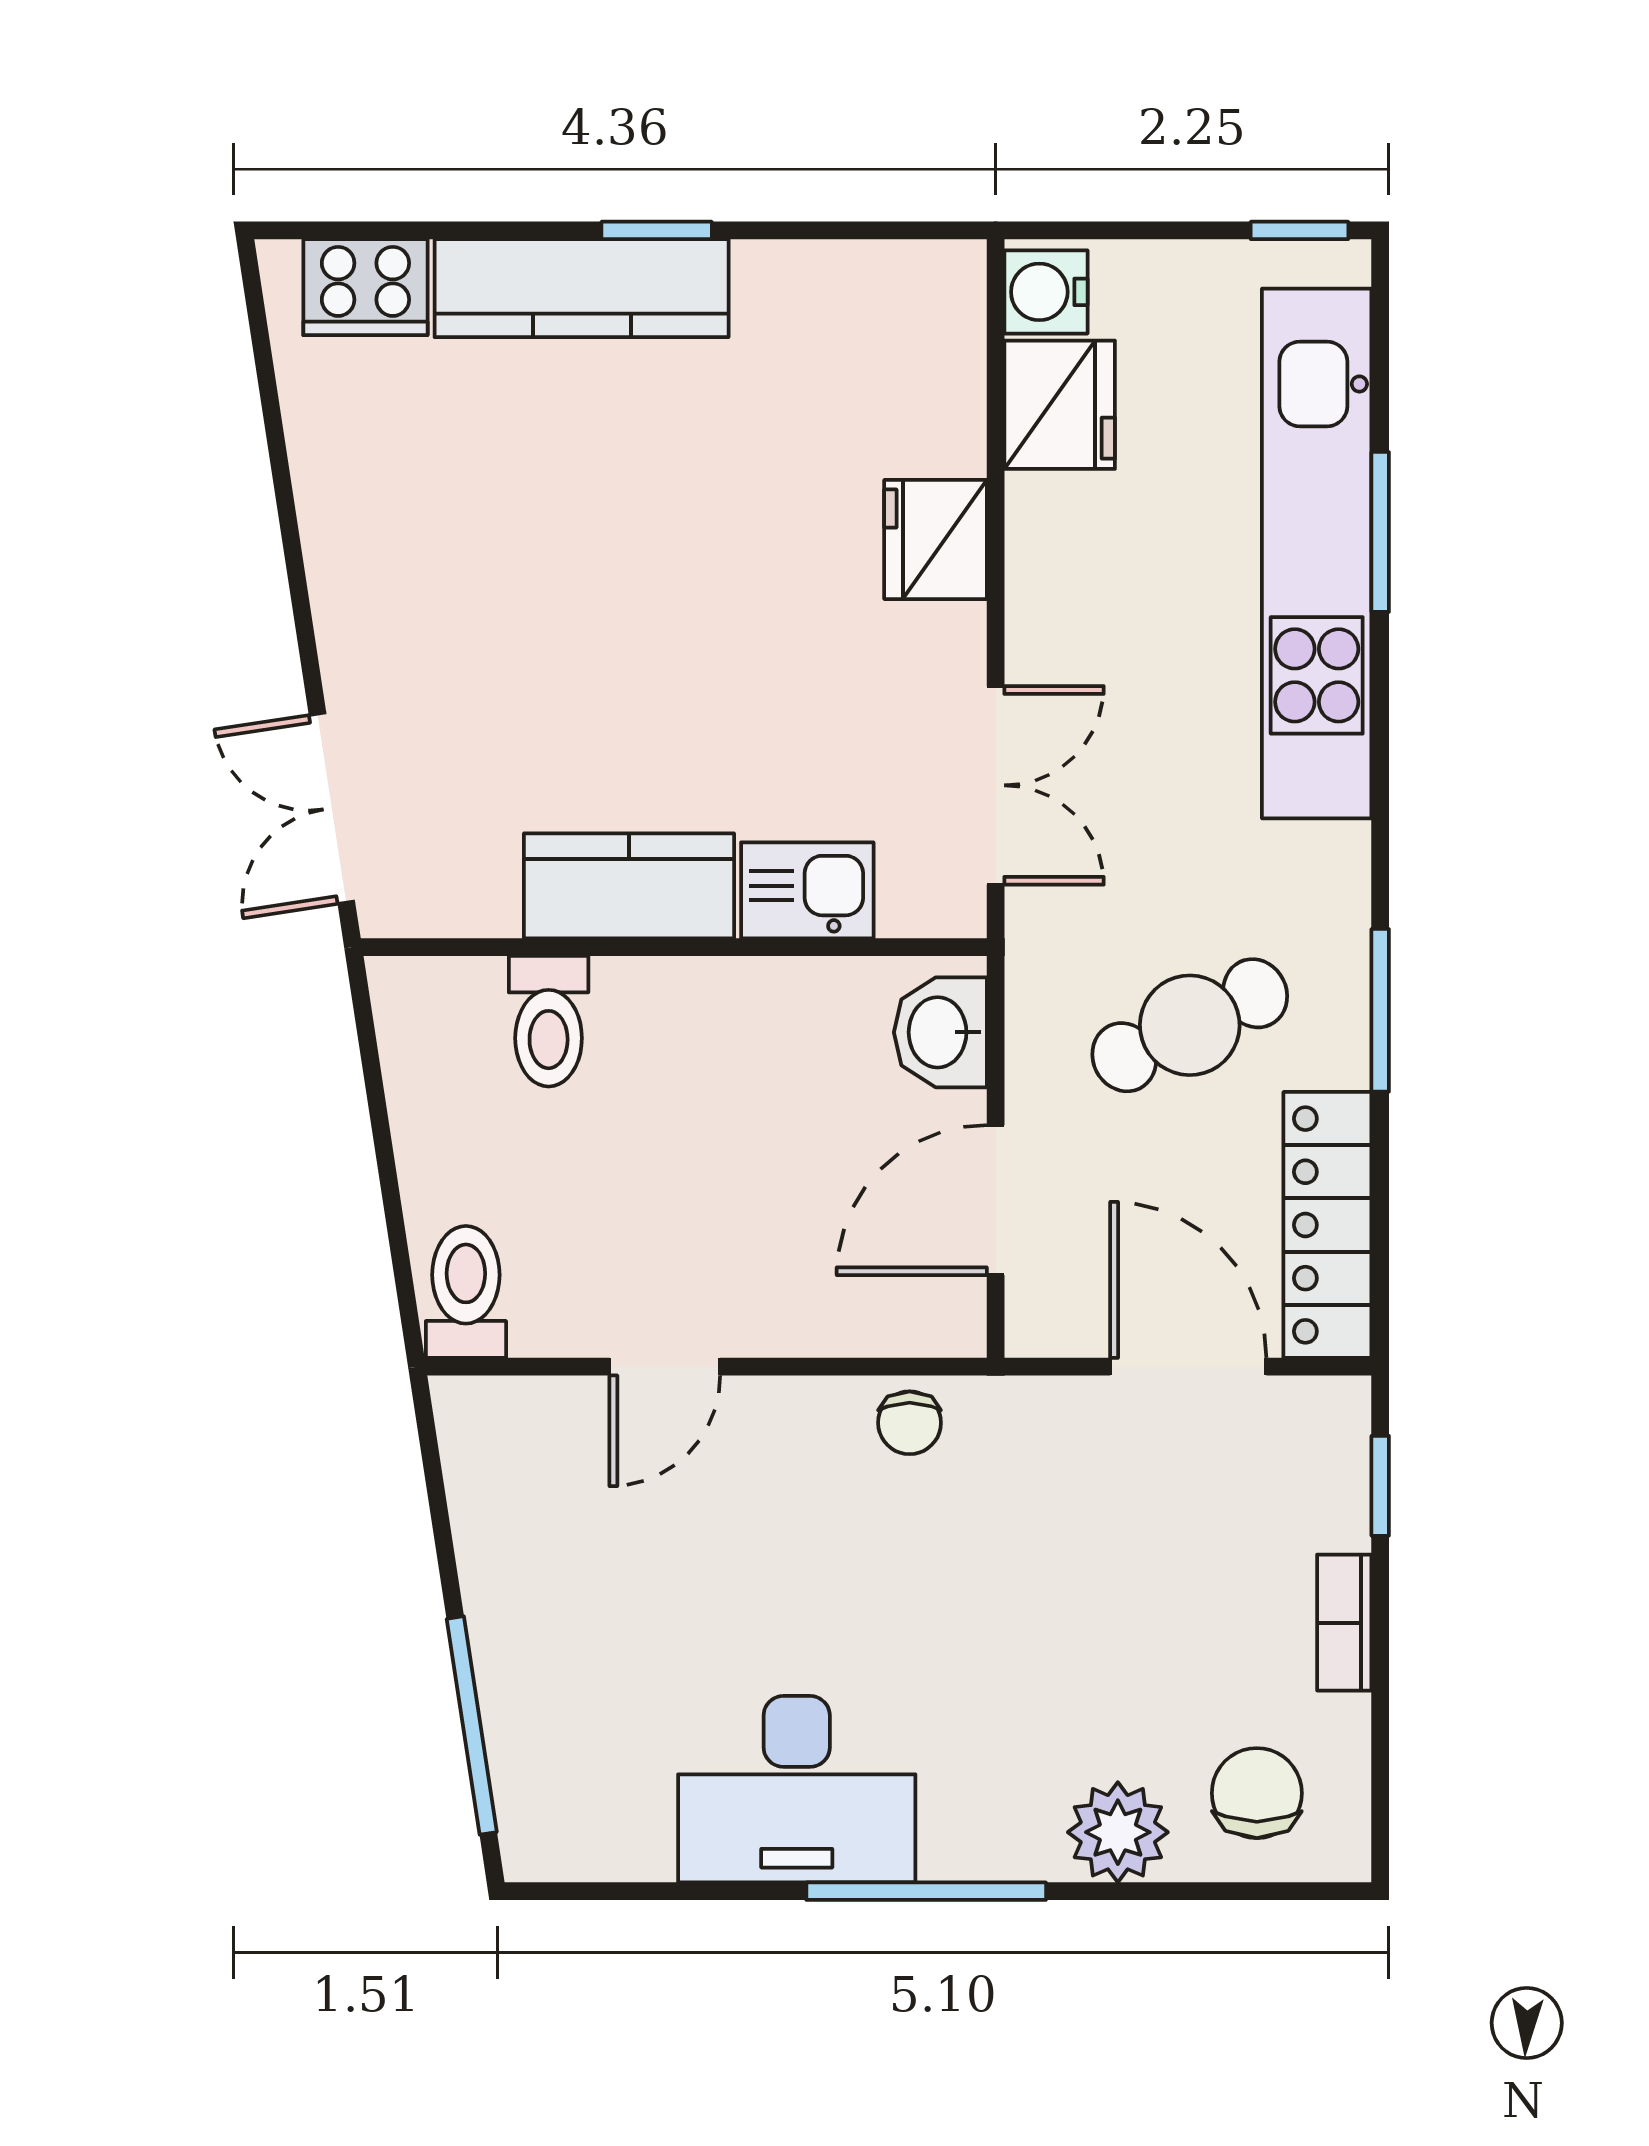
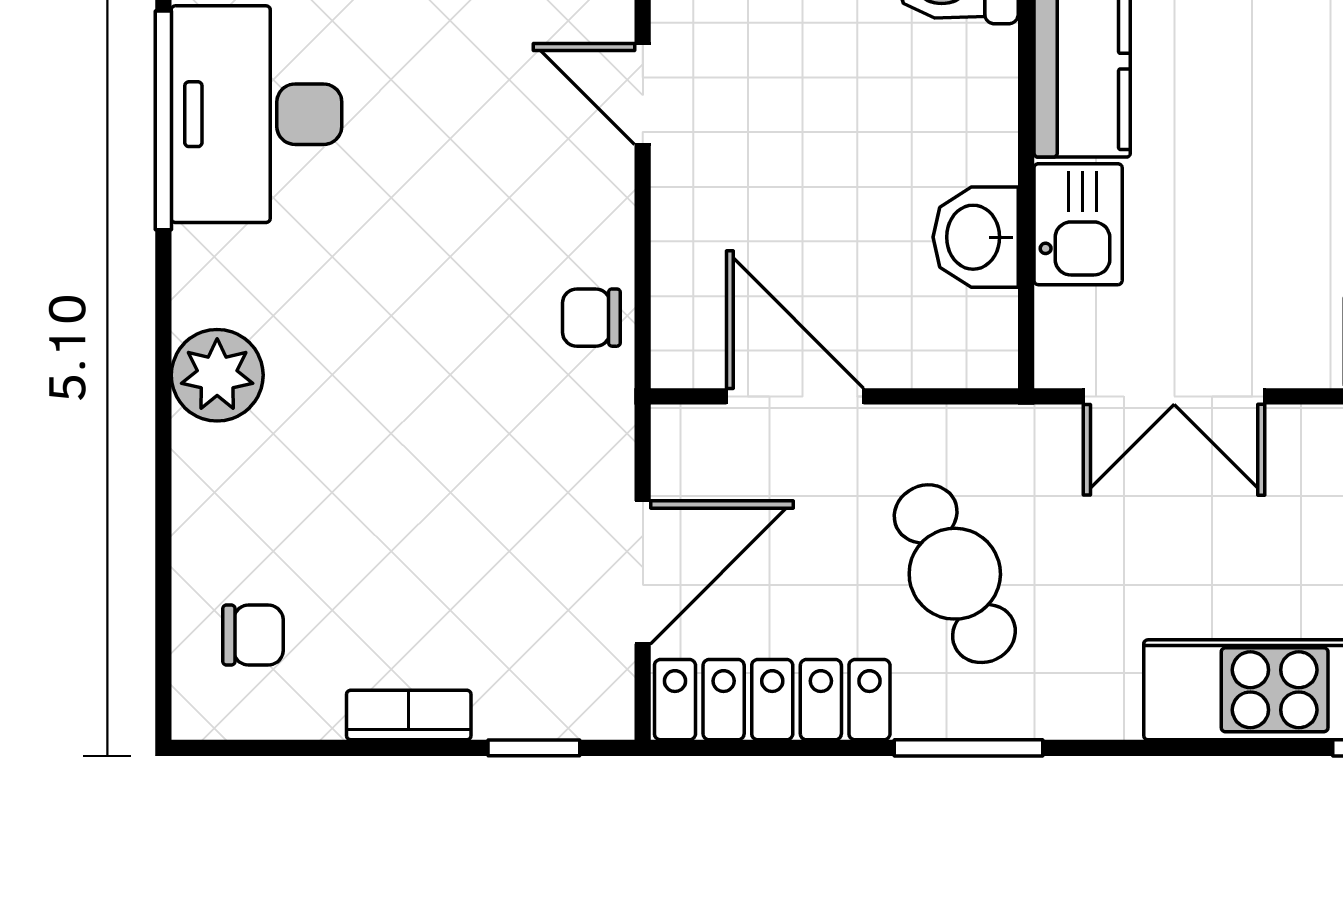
washbasin: (940, 1032) -> (976, 237), moved, turned -90
desk: (797, 1789) -> (256, 114), moved
chair: (1257, 1793) -> (253, 635), width x0.73, depth x0.73
plant: (1118, 1832) -> (217, 375), moved
window: (926, 1891) -> (163, 120), moved

